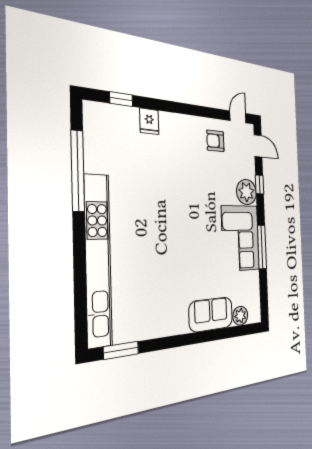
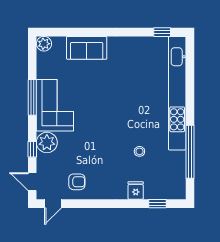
stool: (146, 175) -> (139, 151), added
plant: (240, 316) -> (44, 44), moved
window: (121, 350) -> (162, 32), width x0.67

